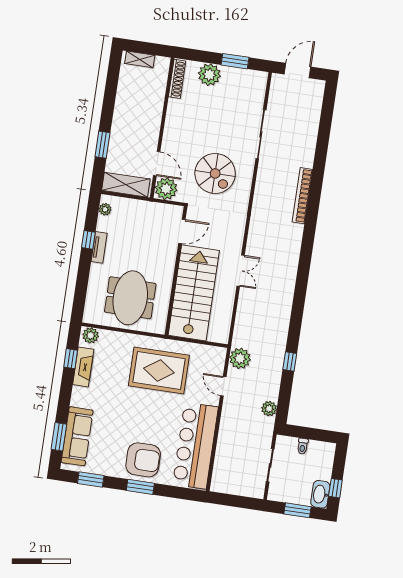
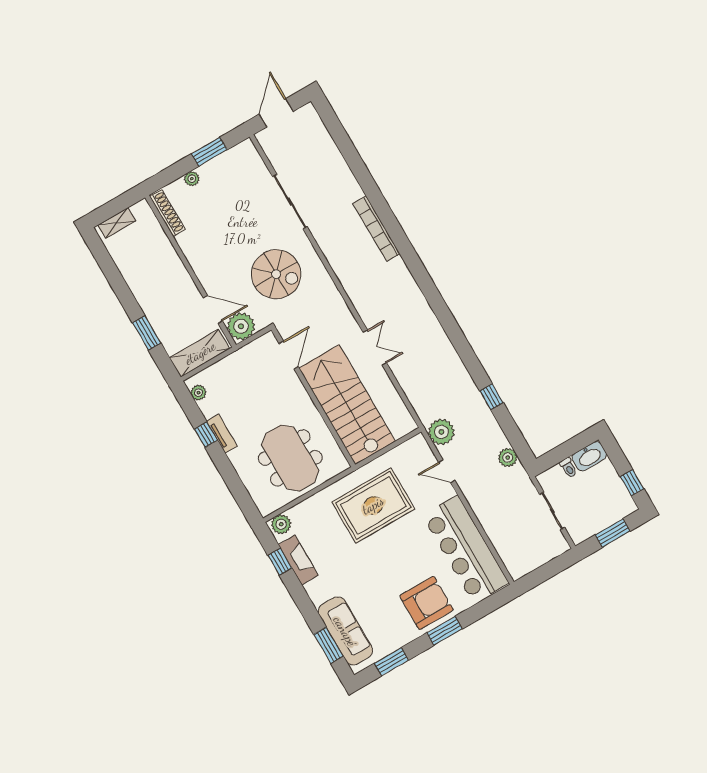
plant: (209, 75) -> (192, 179), width x0.53, depth x0.53
washbasin: (320, 494) -> (589, 456), moved, turned -90

